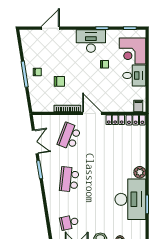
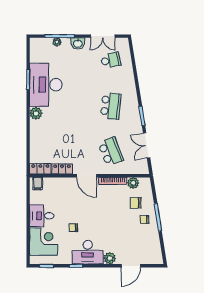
plant: (70, 35) -> (110, 258), added
chair: (59, 81) -> (136, 203), moved
plant: (48, 107) -> (133, 183), added
school desk: (69, 136) -> (111, 152), turned -42

